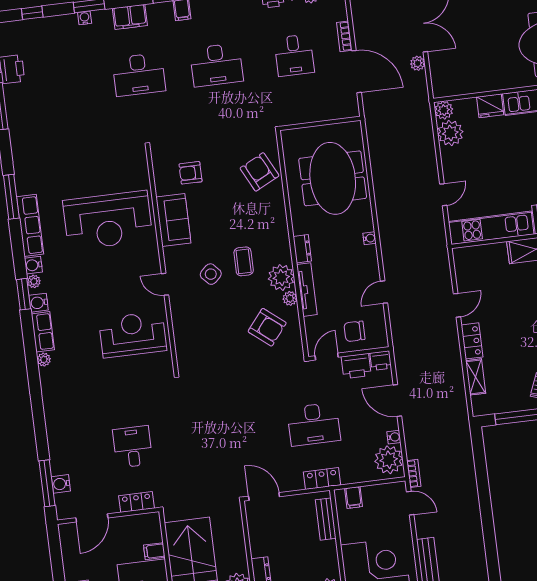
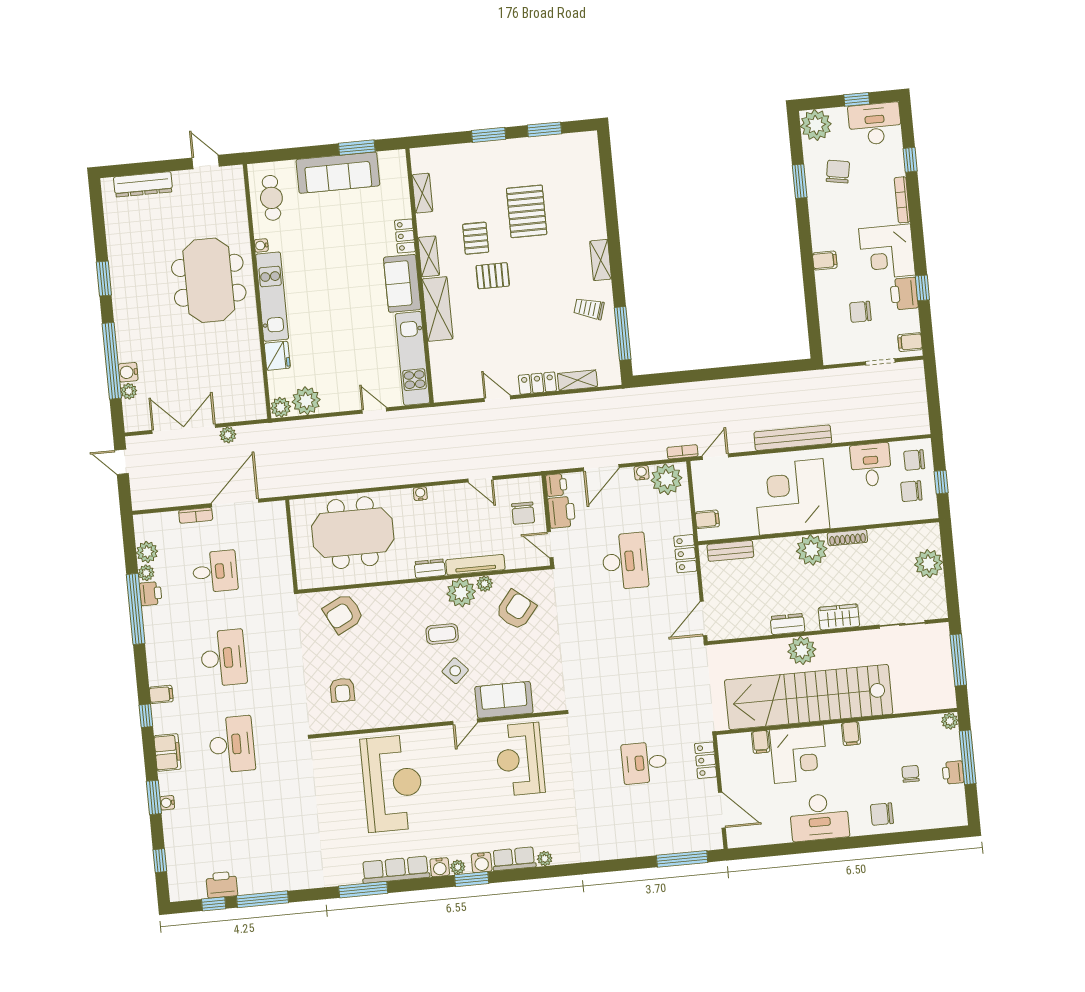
sofa: (173, 220) -> (504, 700), moved
water cooler: (61, 484) -> (683, 843), removed

